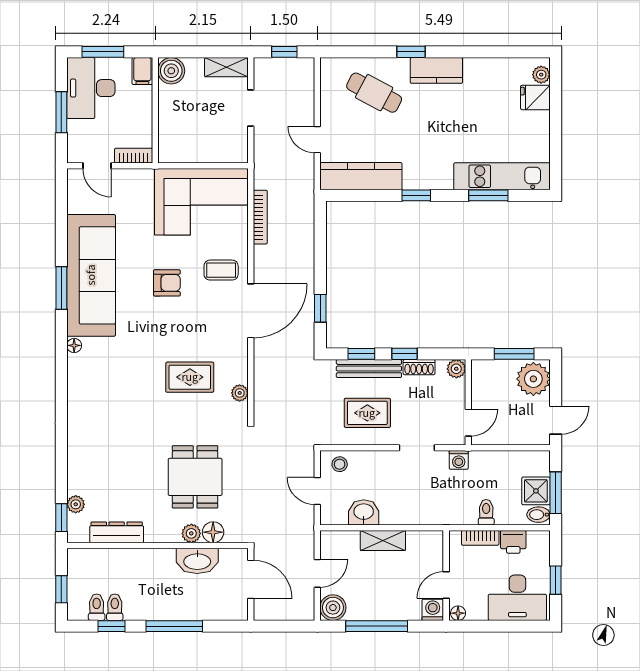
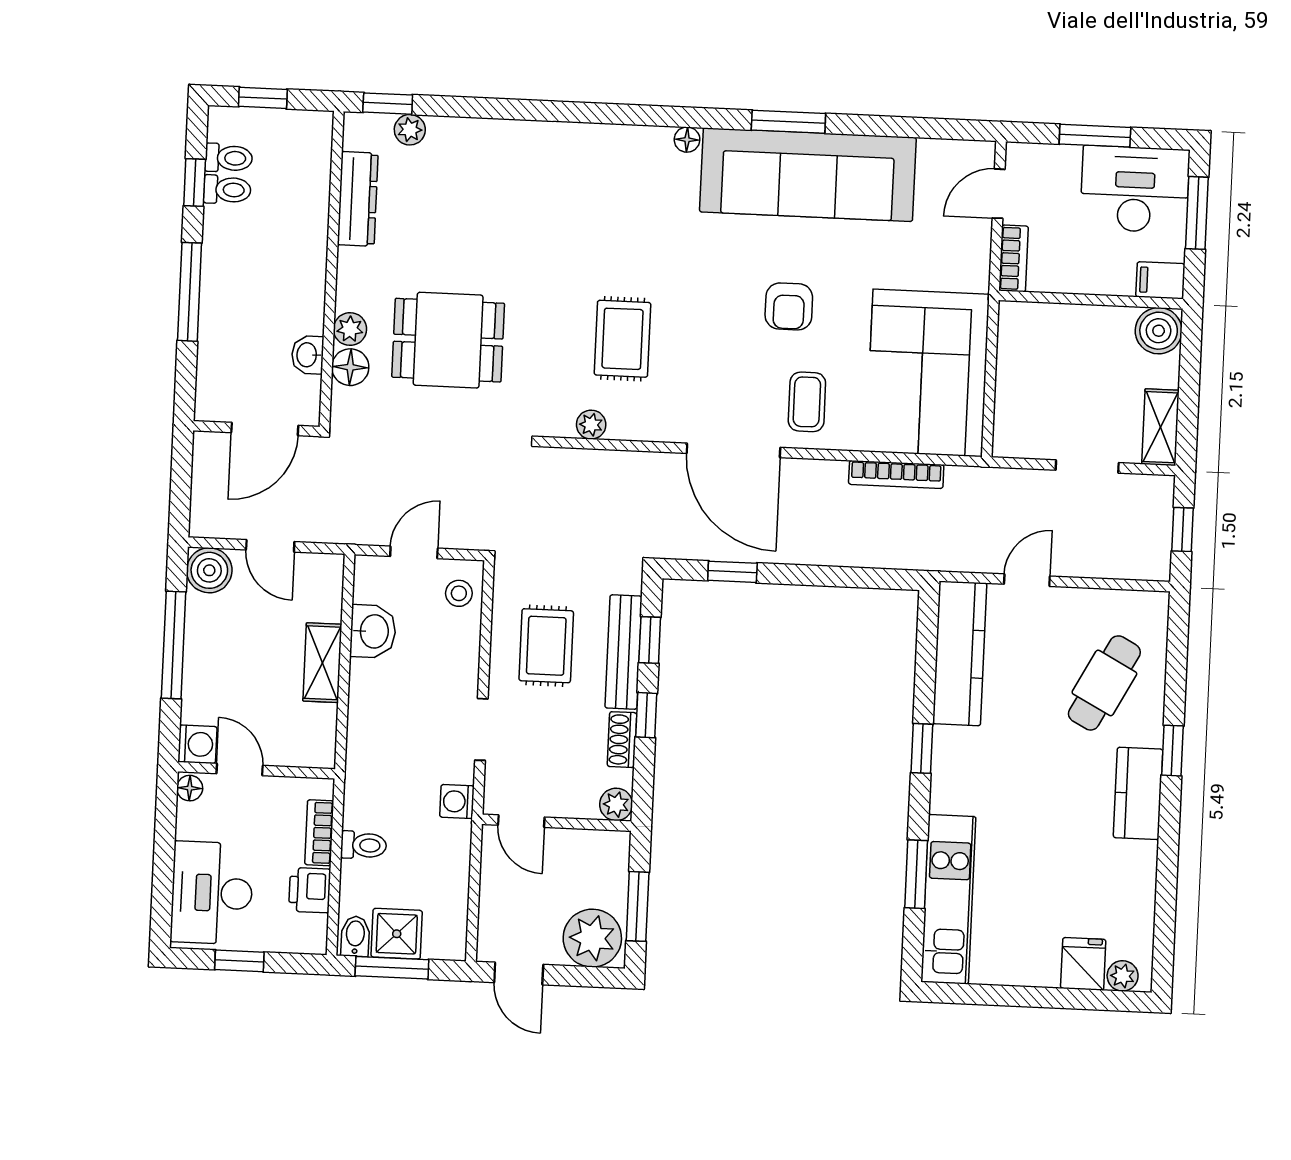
washbasin: (197, 561) -> (308, 355), width x0.52, depth x0.69

